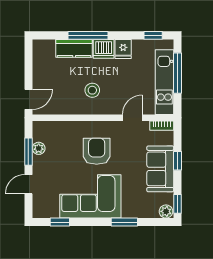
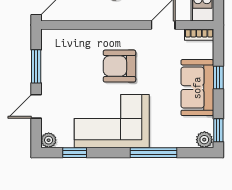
plant: (39, 148) -> (49, 140), moved
armchair: (97, 151) -> (119, 66), turned -90
window: (124, 222) -> (154, 153), width x1.44

